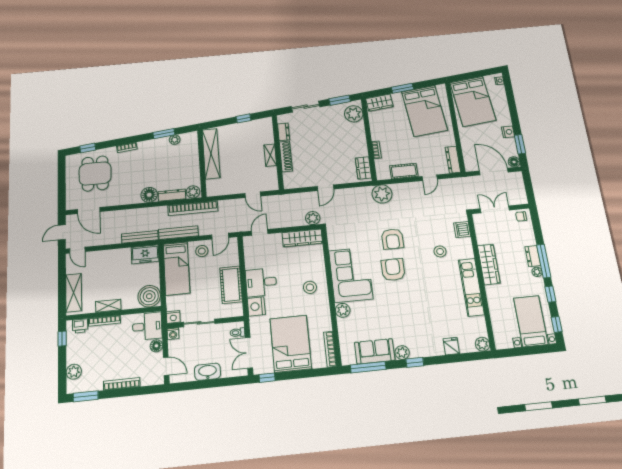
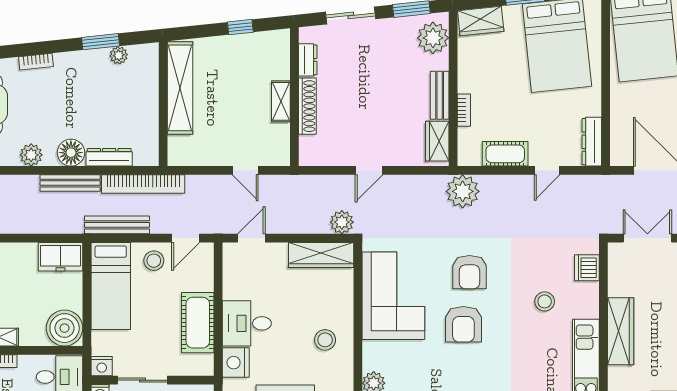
bench: (362, 143) -> (440, 95), added
plant: (193, 192) -> (31, 155), moved
bench: (140, 237) -> (70, 183), moved
armchair: (393, 270) -> (463, 324), turned 180
corner sofa: (351, 275) -> (393, 296), moved

